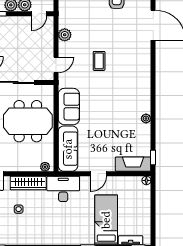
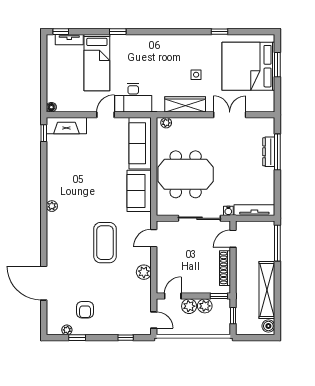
coffee table: (99, 61) -> (105, 243), width x1.86, depth x1.72
plant: (146, 119) -> (52, 206), moved
desk: (63, 189) -> (133, 98), moved

